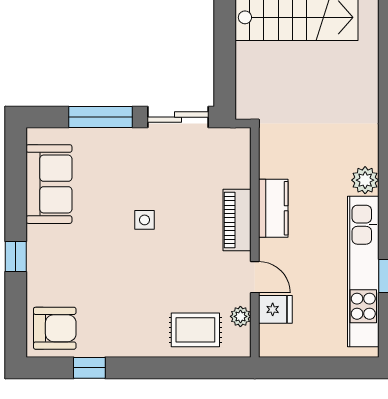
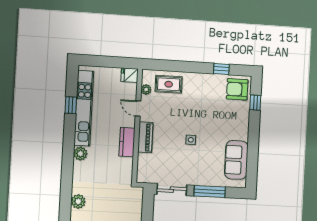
plant: (364, 84) -> (78, 201), added
window: (16, 256) -> (255, 103), moved
fridge: (275, 309) -> (130, 75), moved

